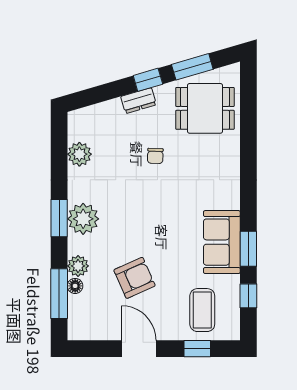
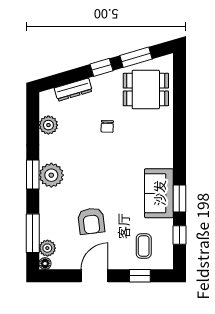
dresser: (138, 101) -> (73, 90), moved, width x1.44
plant: (78, 266) -> (47, 248), moved
armchair: (135, 278) -> (91, 221), turned 107
floor lamp: (75, 286) -> (45, 264), moved
coffee table: (202, 310) -> (144, 246), width x0.73, depth x0.77
door: (139, 349) -> (94, 276), hinge flipped

